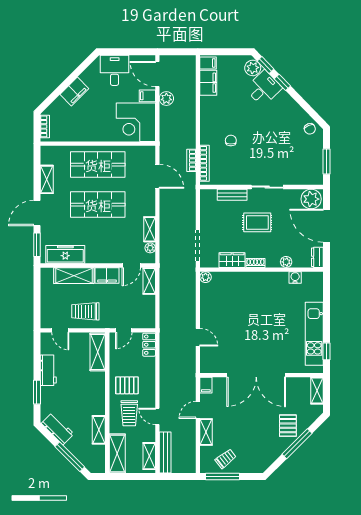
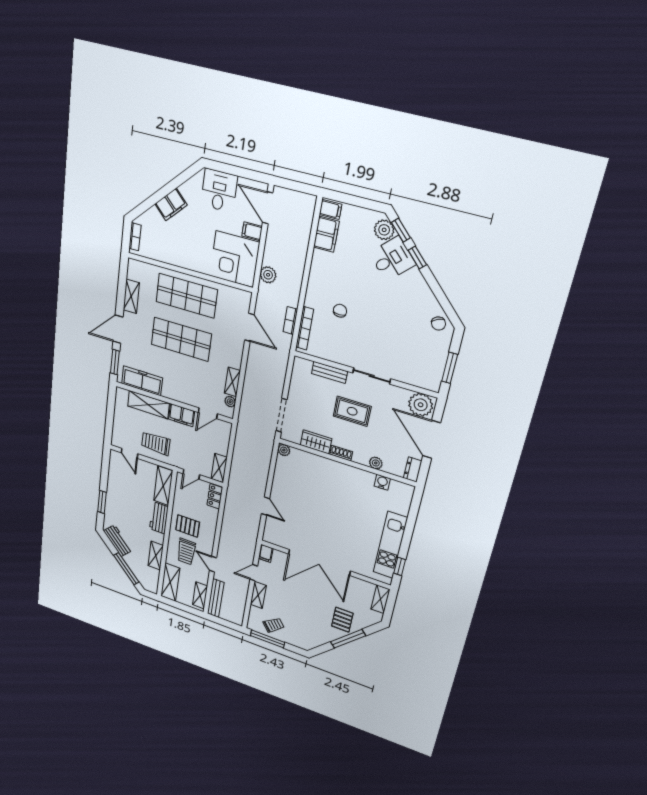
plant: (166, 99) -> (268, 275), moved
shelving: (149, 281) -> (219, 468), moved
workbench: (48, 370) -> (159, 518), moved, turned 180

